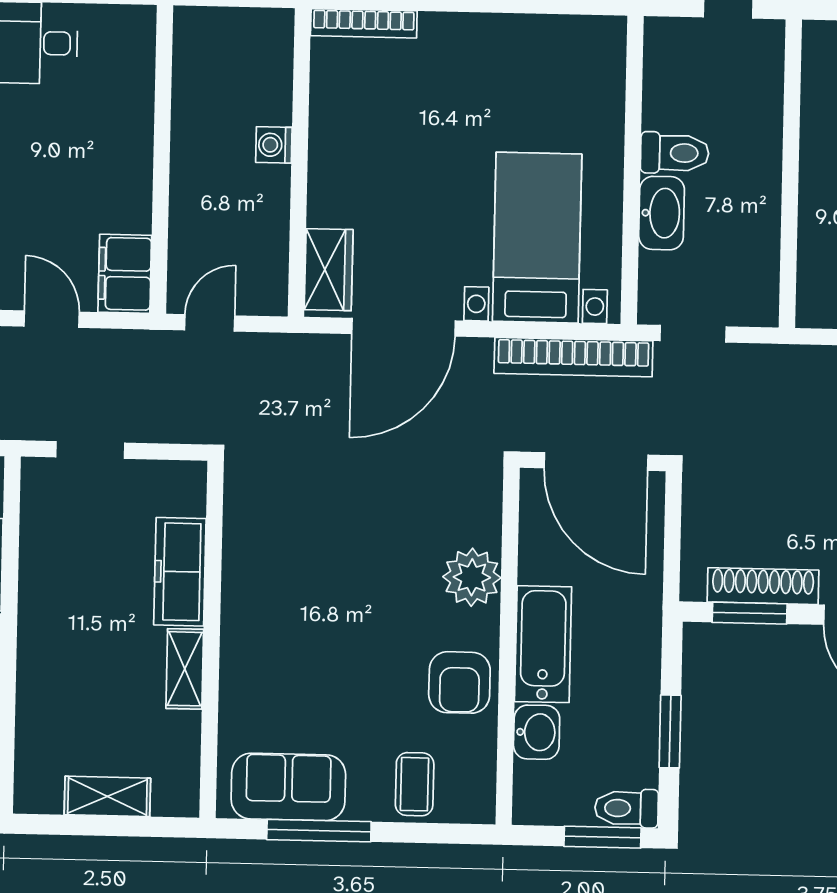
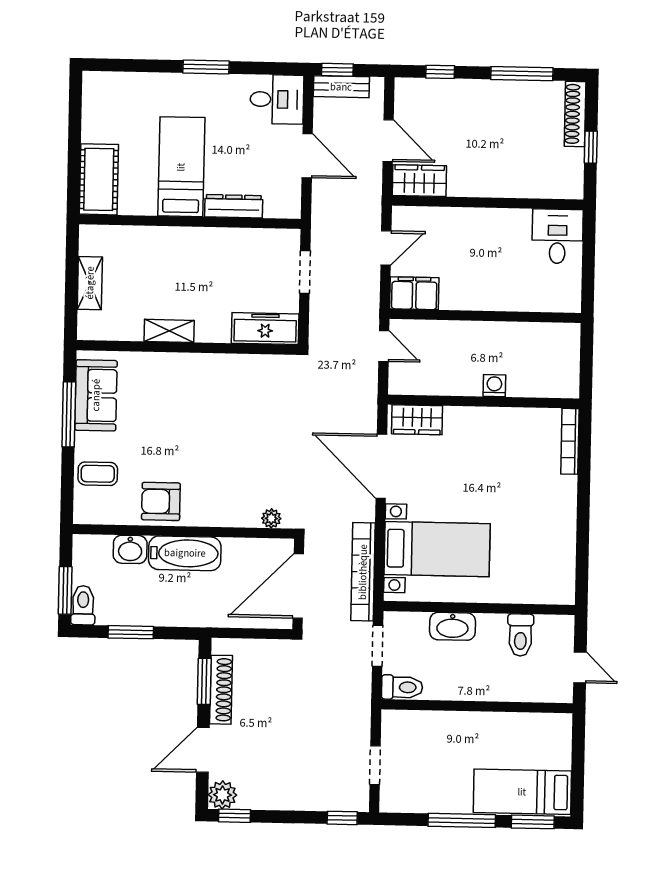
toilet: (675, 153) -> (520, 635), moved
toilet: (760, 294) -> (402, 687), added
freezer: (180, 572) -> (265, 329), moved
plant: (472, 577) -> (271, 518), moved, width x0.53, depth x0.53

